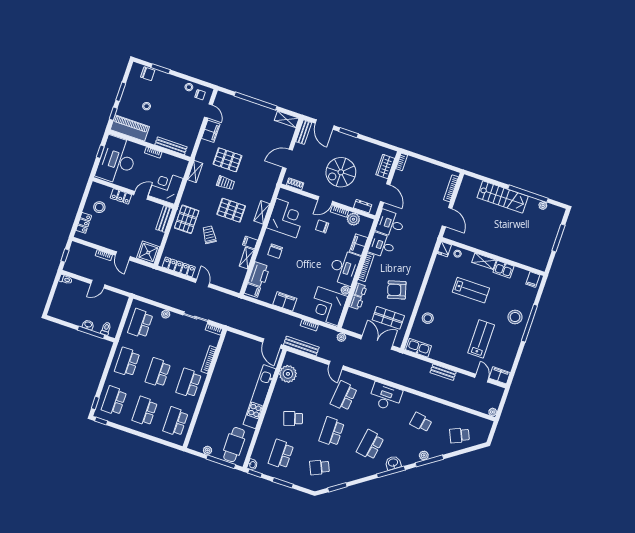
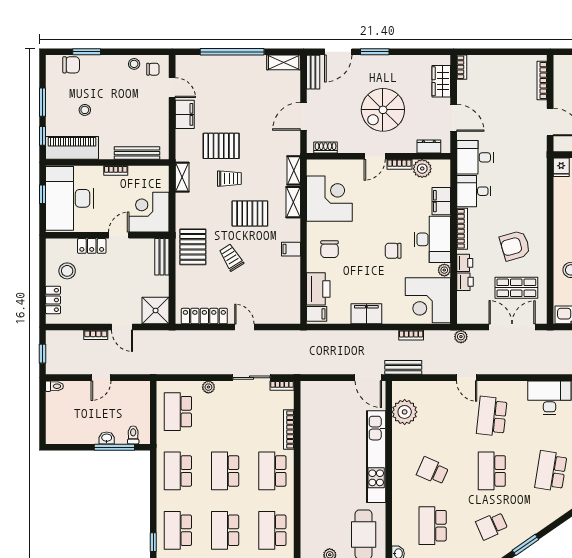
door: (325, 125) -> (338, 52), hinge flipped
chair: (322, 226) -> (393, 251), moved
shelving: (247, 258) -> (294, 170), moved
bench: (301, 346) -> (403, 367), width x0.73
school desk: (293, 418) -> (433, 471), turned 42

